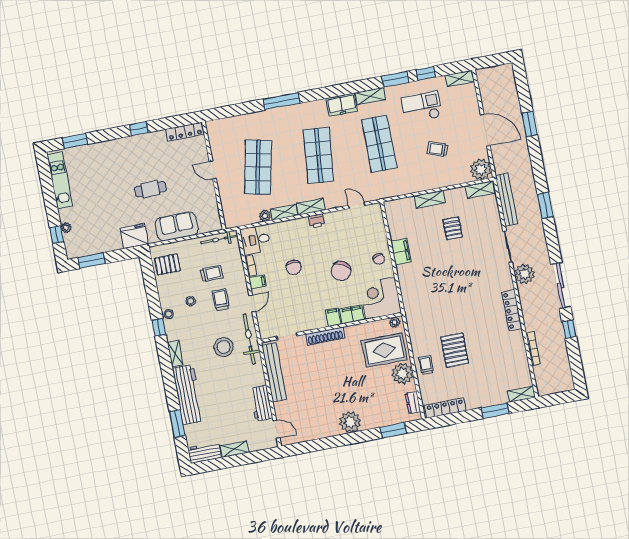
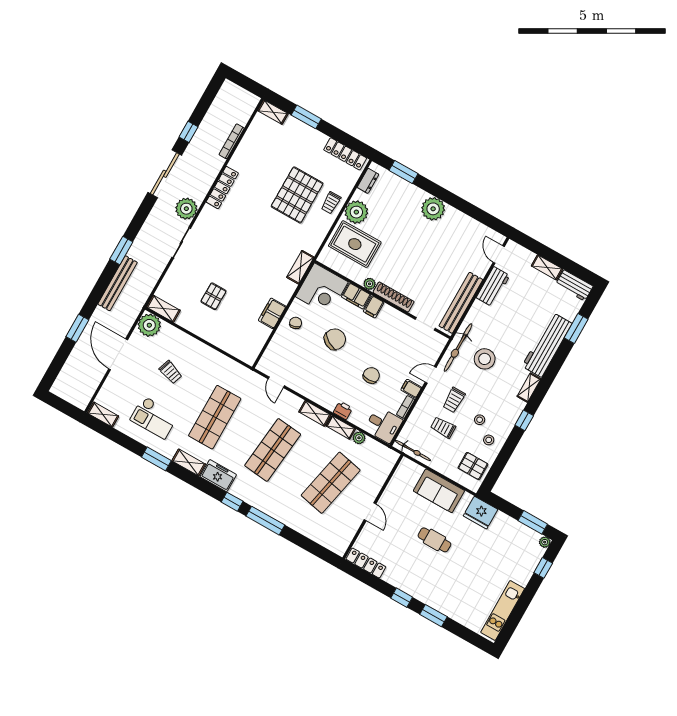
window: (426, 73) -> (232, 502), moved
window: (75, 141) -> (433, 616), moved
shelving: (430, 199) -> (300, 267), moved, turned 90
bench: (507, 199) -> (118, 283), moved
printer: (317, 221) -> (343, 410), moved
plant: (66, 228) -> (545, 542), moved
stool: (169, 314) -> (489, 440), moved
plant: (395, 322) -> (370, 284), moved
pallet: (455, 350) -> (297, 195), width x1.37, depth x1.41

